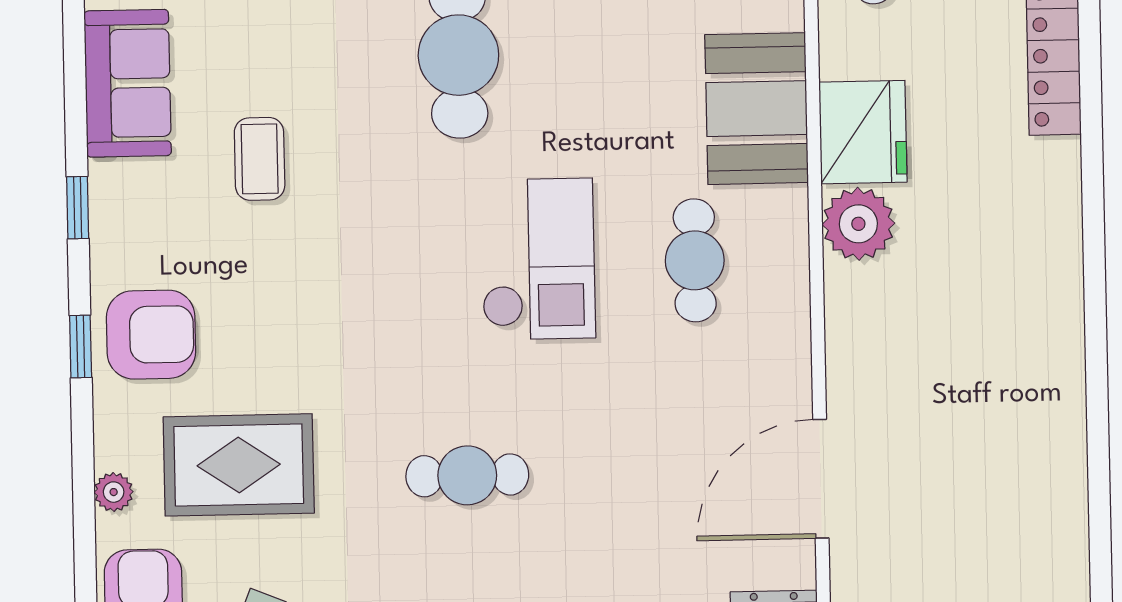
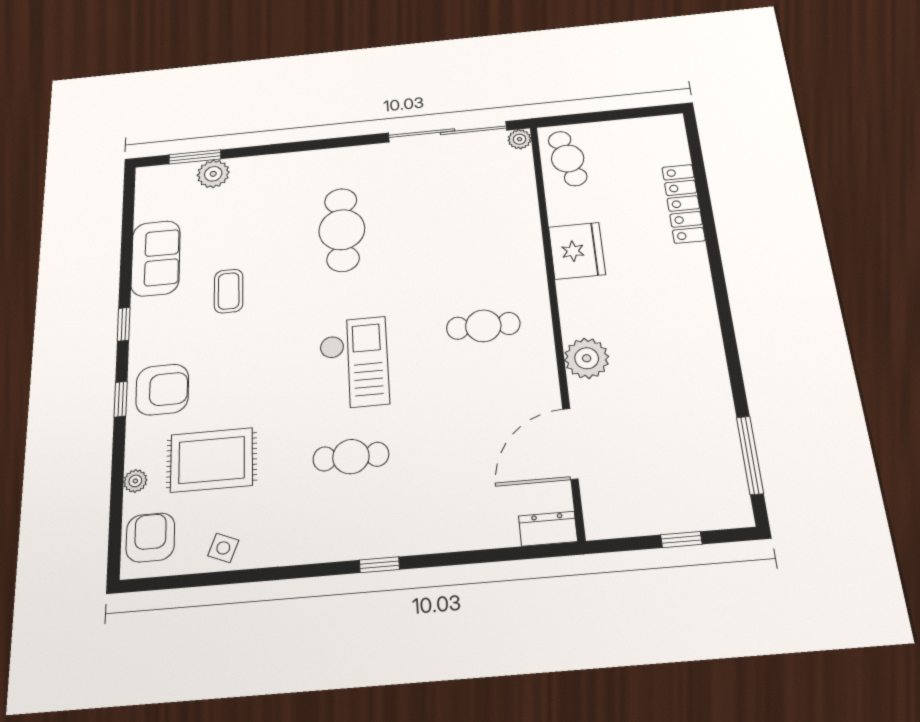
booth: (757, 109) -> (514, 243), removed
plant: (858, 224) -> (587, 358), moved
checkout: (538, 259) -> (354, 363), moved
cafe table: (695, 260) -> (483, 326), turned 90
window: (1100, 518) -> (750, 455), added

